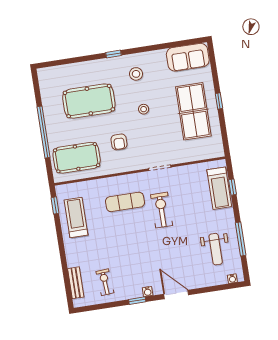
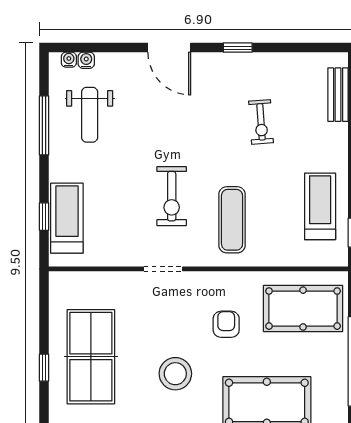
stool: (144, 109) -> (175, 374), width x1.89, depth x1.89
exercise mat: (125, 202) -> (232, 220), turned 90
treadmill: (76, 217) -> (320, 206), turned 180
weight bench: (216, 249) -> (90, 115), turned 180
exercise bike: (105, 282) -> (261, 122), moved
water cooler: (148, 292) -> (86, 60), moved

